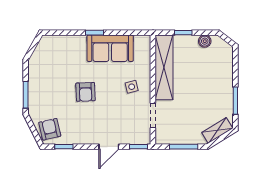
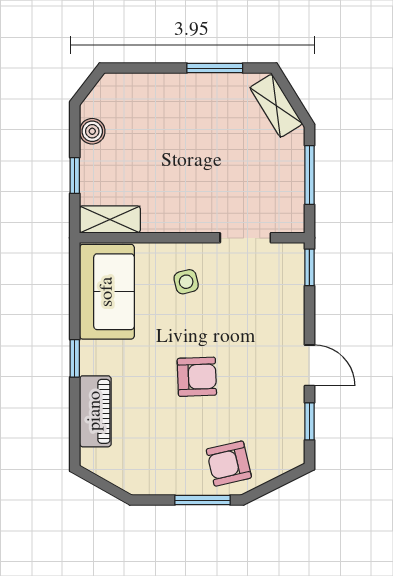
piano: (69, 43) -> (95, 411), added
sofa: (110, 48) -> (107, 292), moved
shelving: (164, 67) -> (110, 219), width x0.45, depth x0.75
armchair: (50, 129) -> (229, 464), moved
door: (109, 147) -> (309, 365), moved

